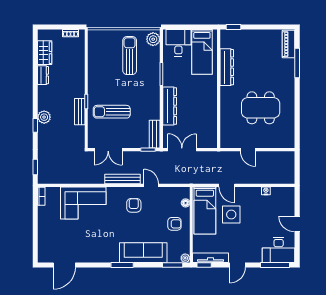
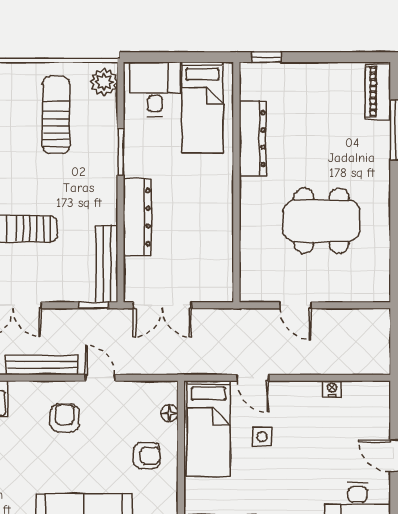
bench: (155, 134) -> (107, 264), width x1.36
double door: (182, 150) -> (162, 305), swing flipped
side table: (231, 214) -> (262, 437), width x0.54, depth x0.54

